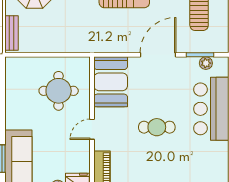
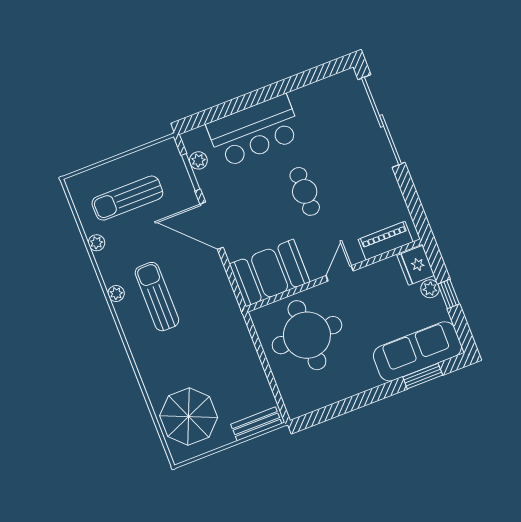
round table: (59, 91) -> (307, 335), width x1.36, depth x1.36
door: (92, 129) -> (340, 273), swing flipped

